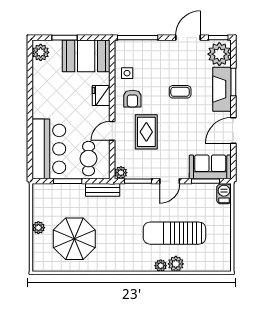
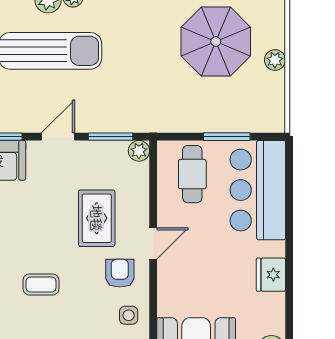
fridge: (101, 96) -> (271, 275), moved, turned 180
door: (112, 131) -> (153, 243), moved
bench: (103, 190) -> (169, 122), removed

